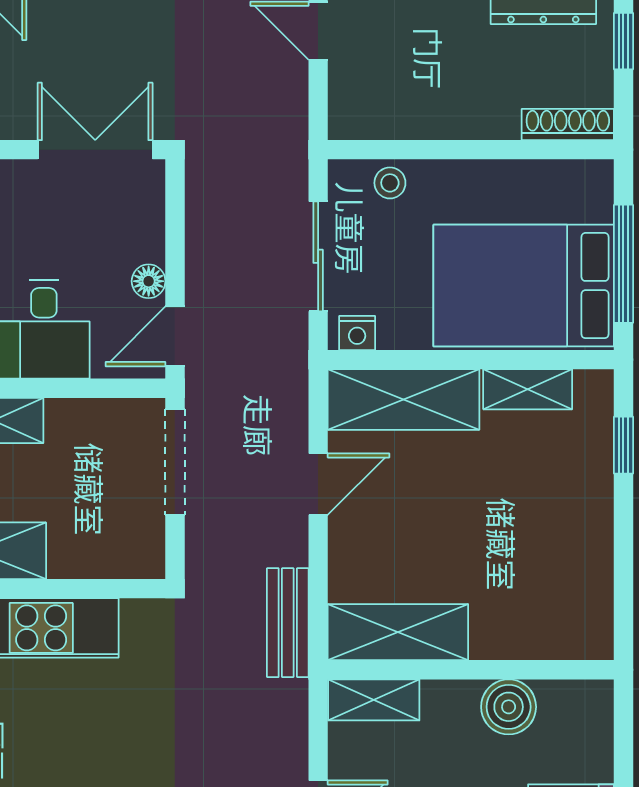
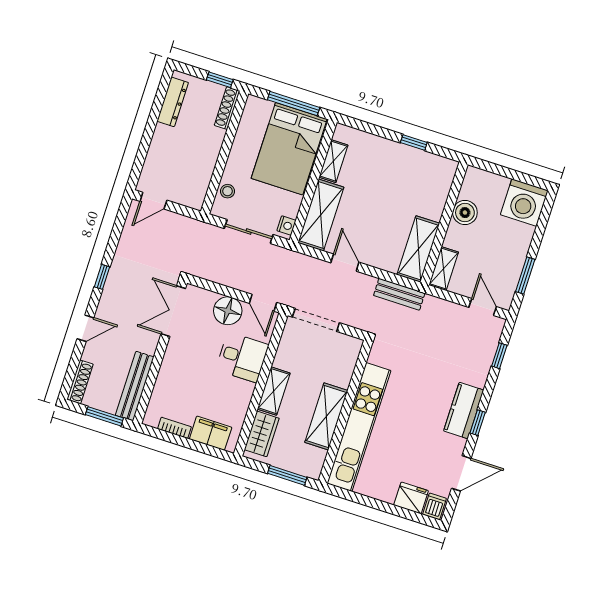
window: (623, 41) -> (220, 80), moved
floor lamp: (149, 281) -> (228, 311), width x1.89, depth x1.89
window: (623, 445) -> (414, 142), moved

